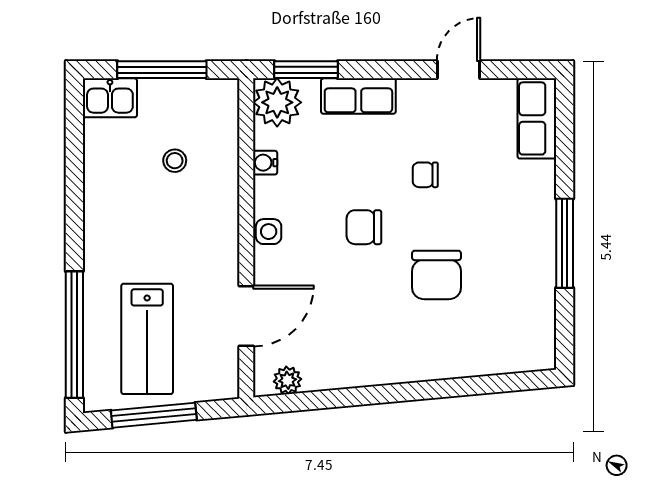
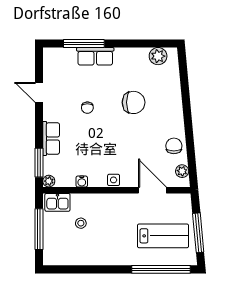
kitchen sink: (110, 98) -> (57, 202), moved, turned 90
plant: (277, 102) -> (49, 181), width x0.53, depth x0.53
row of seats: (537, 118) -> (95, 56), moved
chair: (364, 227) -> (174, 146), moved, turned 180
window: (565, 243) -> (84, 43), moved
plant: (537, 328) -> (158, 56), added

